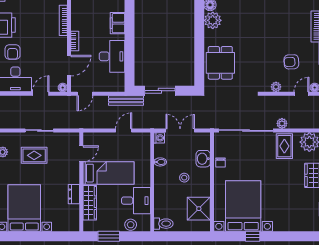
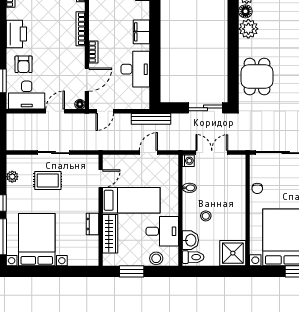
sliding door: (160, 91) -> (205, 108), moved
washbasin: (203, 159) -> (190, 240), moved, turned 180
stool: (184, 178) -> (206, 216), moved
shower: (199, 209) -> (233, 253), moved

